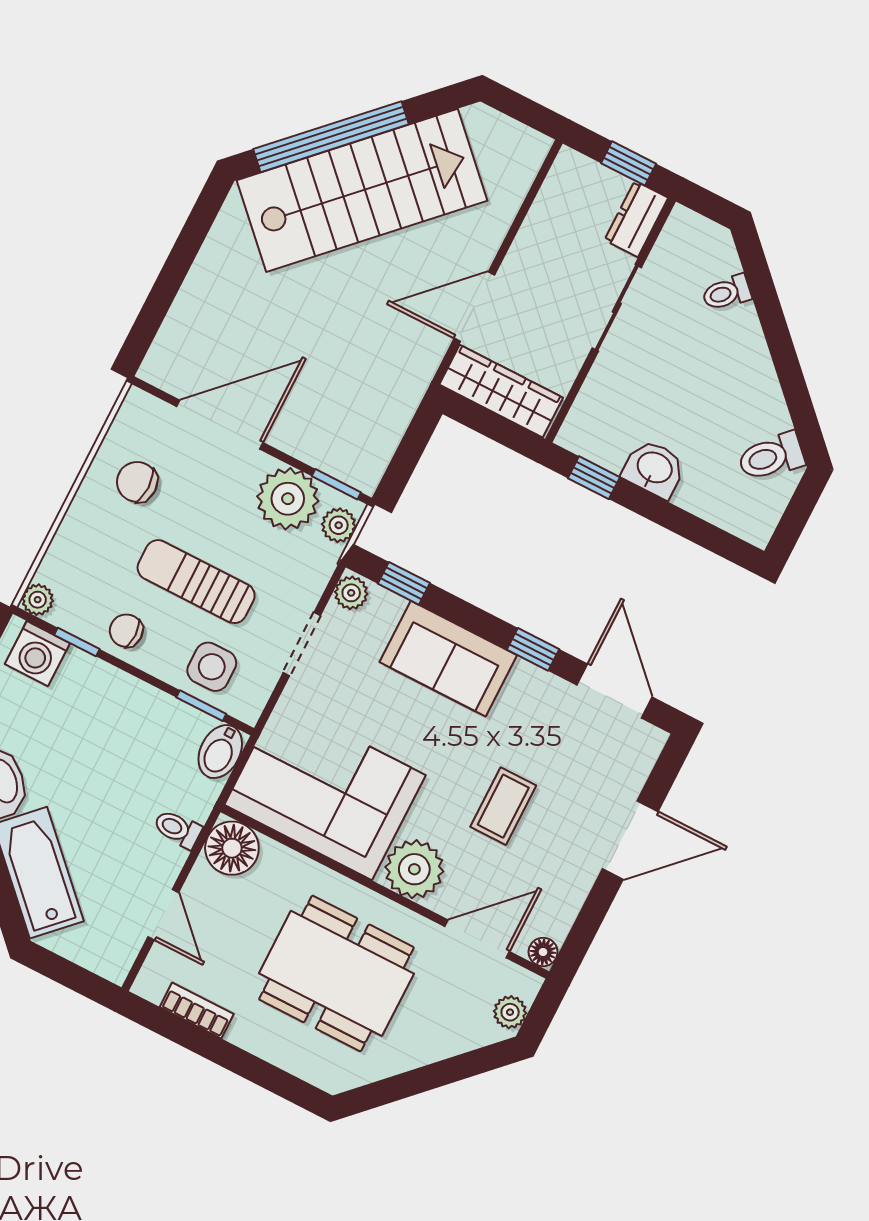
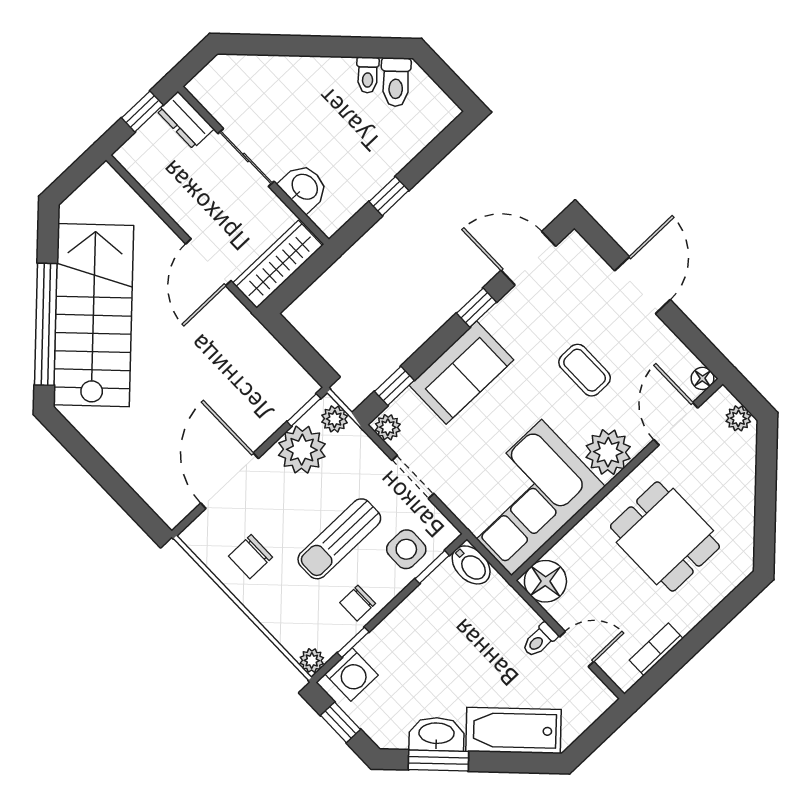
toilet: (727, 293) -> (368, 75), moved
washbasin: (654, 469) -> (304, 187), moved, turned 90
window: (594, 478) -> (389, 196), moved
toilet: (178, 829) -> (540, 640), moved
dining table: (336, 973) -> (665, 536), width x0.73

